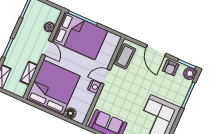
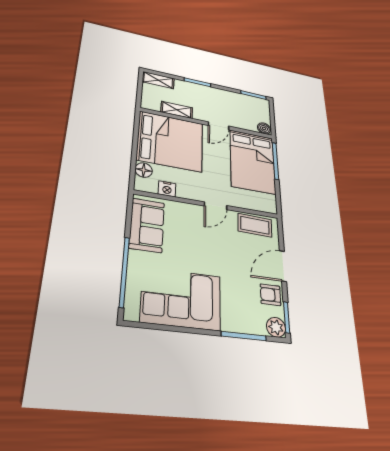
boiler: (49, 27) -> (264, 128), moved
door: (106, 77) -> (216, 206), swing flipped
nightstand: (94, 87) -> (167, 189), moved

